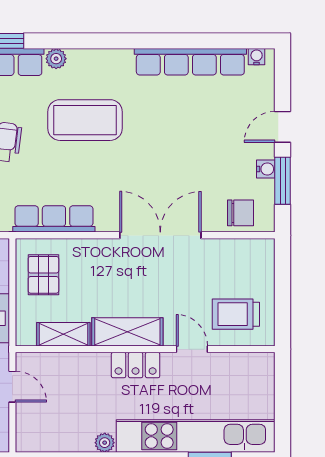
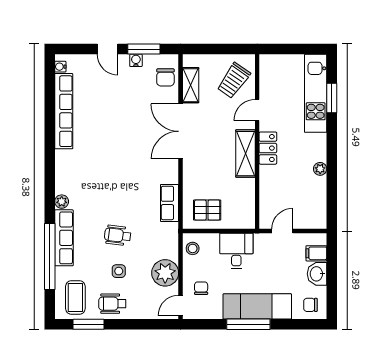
coffee table: (85, 120) -> (103, 182), removed
chair: (241, 213) -> (165, 77), turned 180
row of seats: (54, 219) -> (170, 203), width x0.68
trolley: (236, 314) -> (234, 80), turned 35
shelving: (63, 334) -> (191, 85), moved
kitchen unit: (196, 436) -> (316, 93), width x0.73

